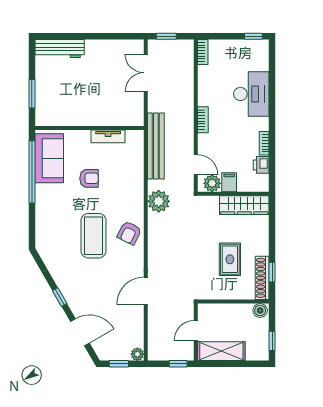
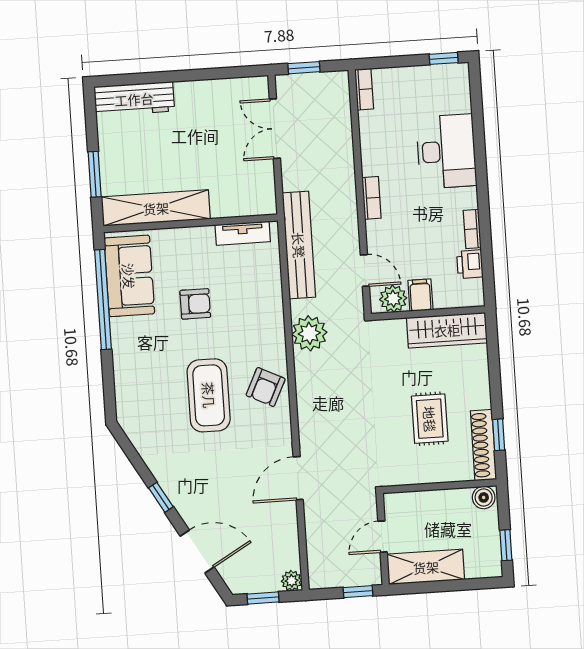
shelving: (68, 117) -> (156, 208), added
tv unit: (108, 136) -> (243, 233), moved

